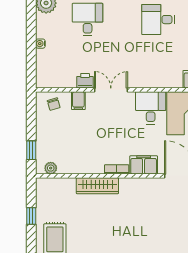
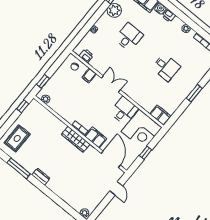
desk: (158, 20) -> (166, 67), turned 180
printer: (85, 81) -> (86, 56), moved
wardrobe: (97, 186) -> (76, 139), moved
window: (31, 216) -> (23, 106), moved

